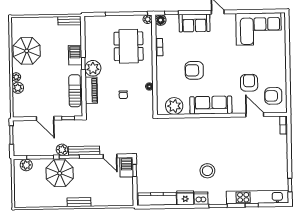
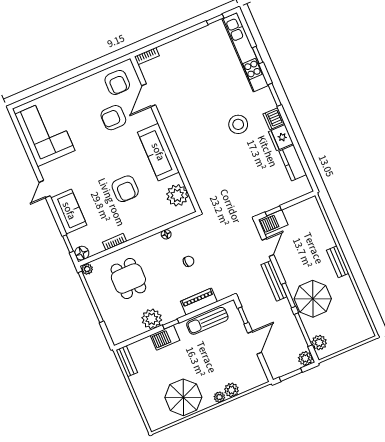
dining table: (129, 46) -> (128, 278), width x0.73
plant: (93, 68) -> (152, 319), moved
plant: (62, 150) -> (305, 358), moved
kitchen counter: (157, 199) -> (293, 163), width x0.67

